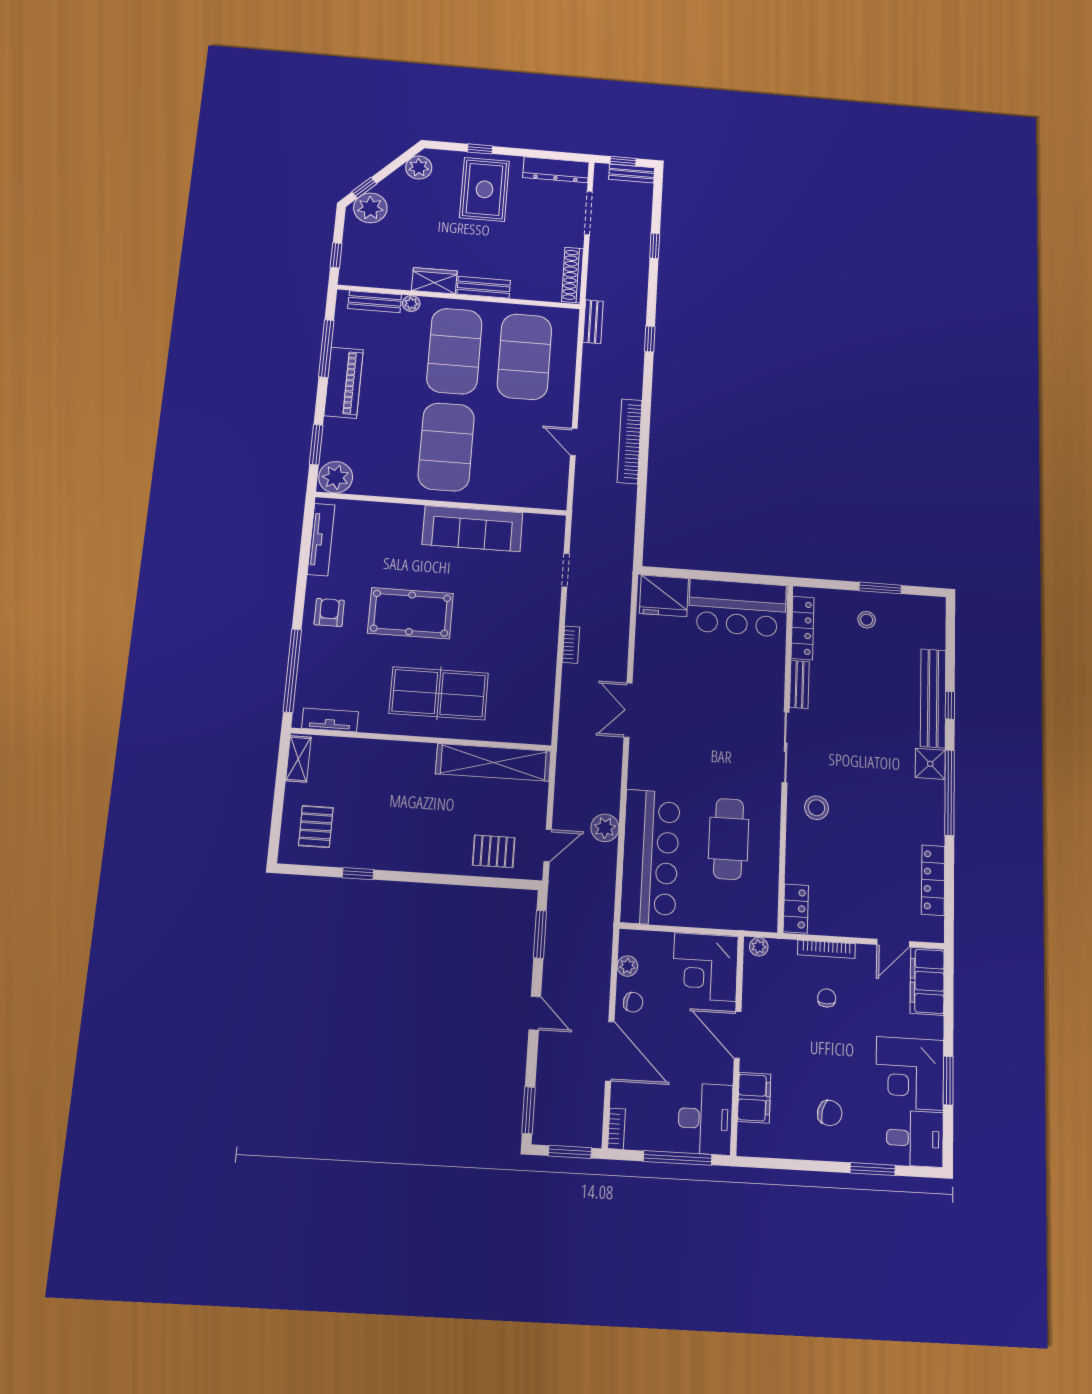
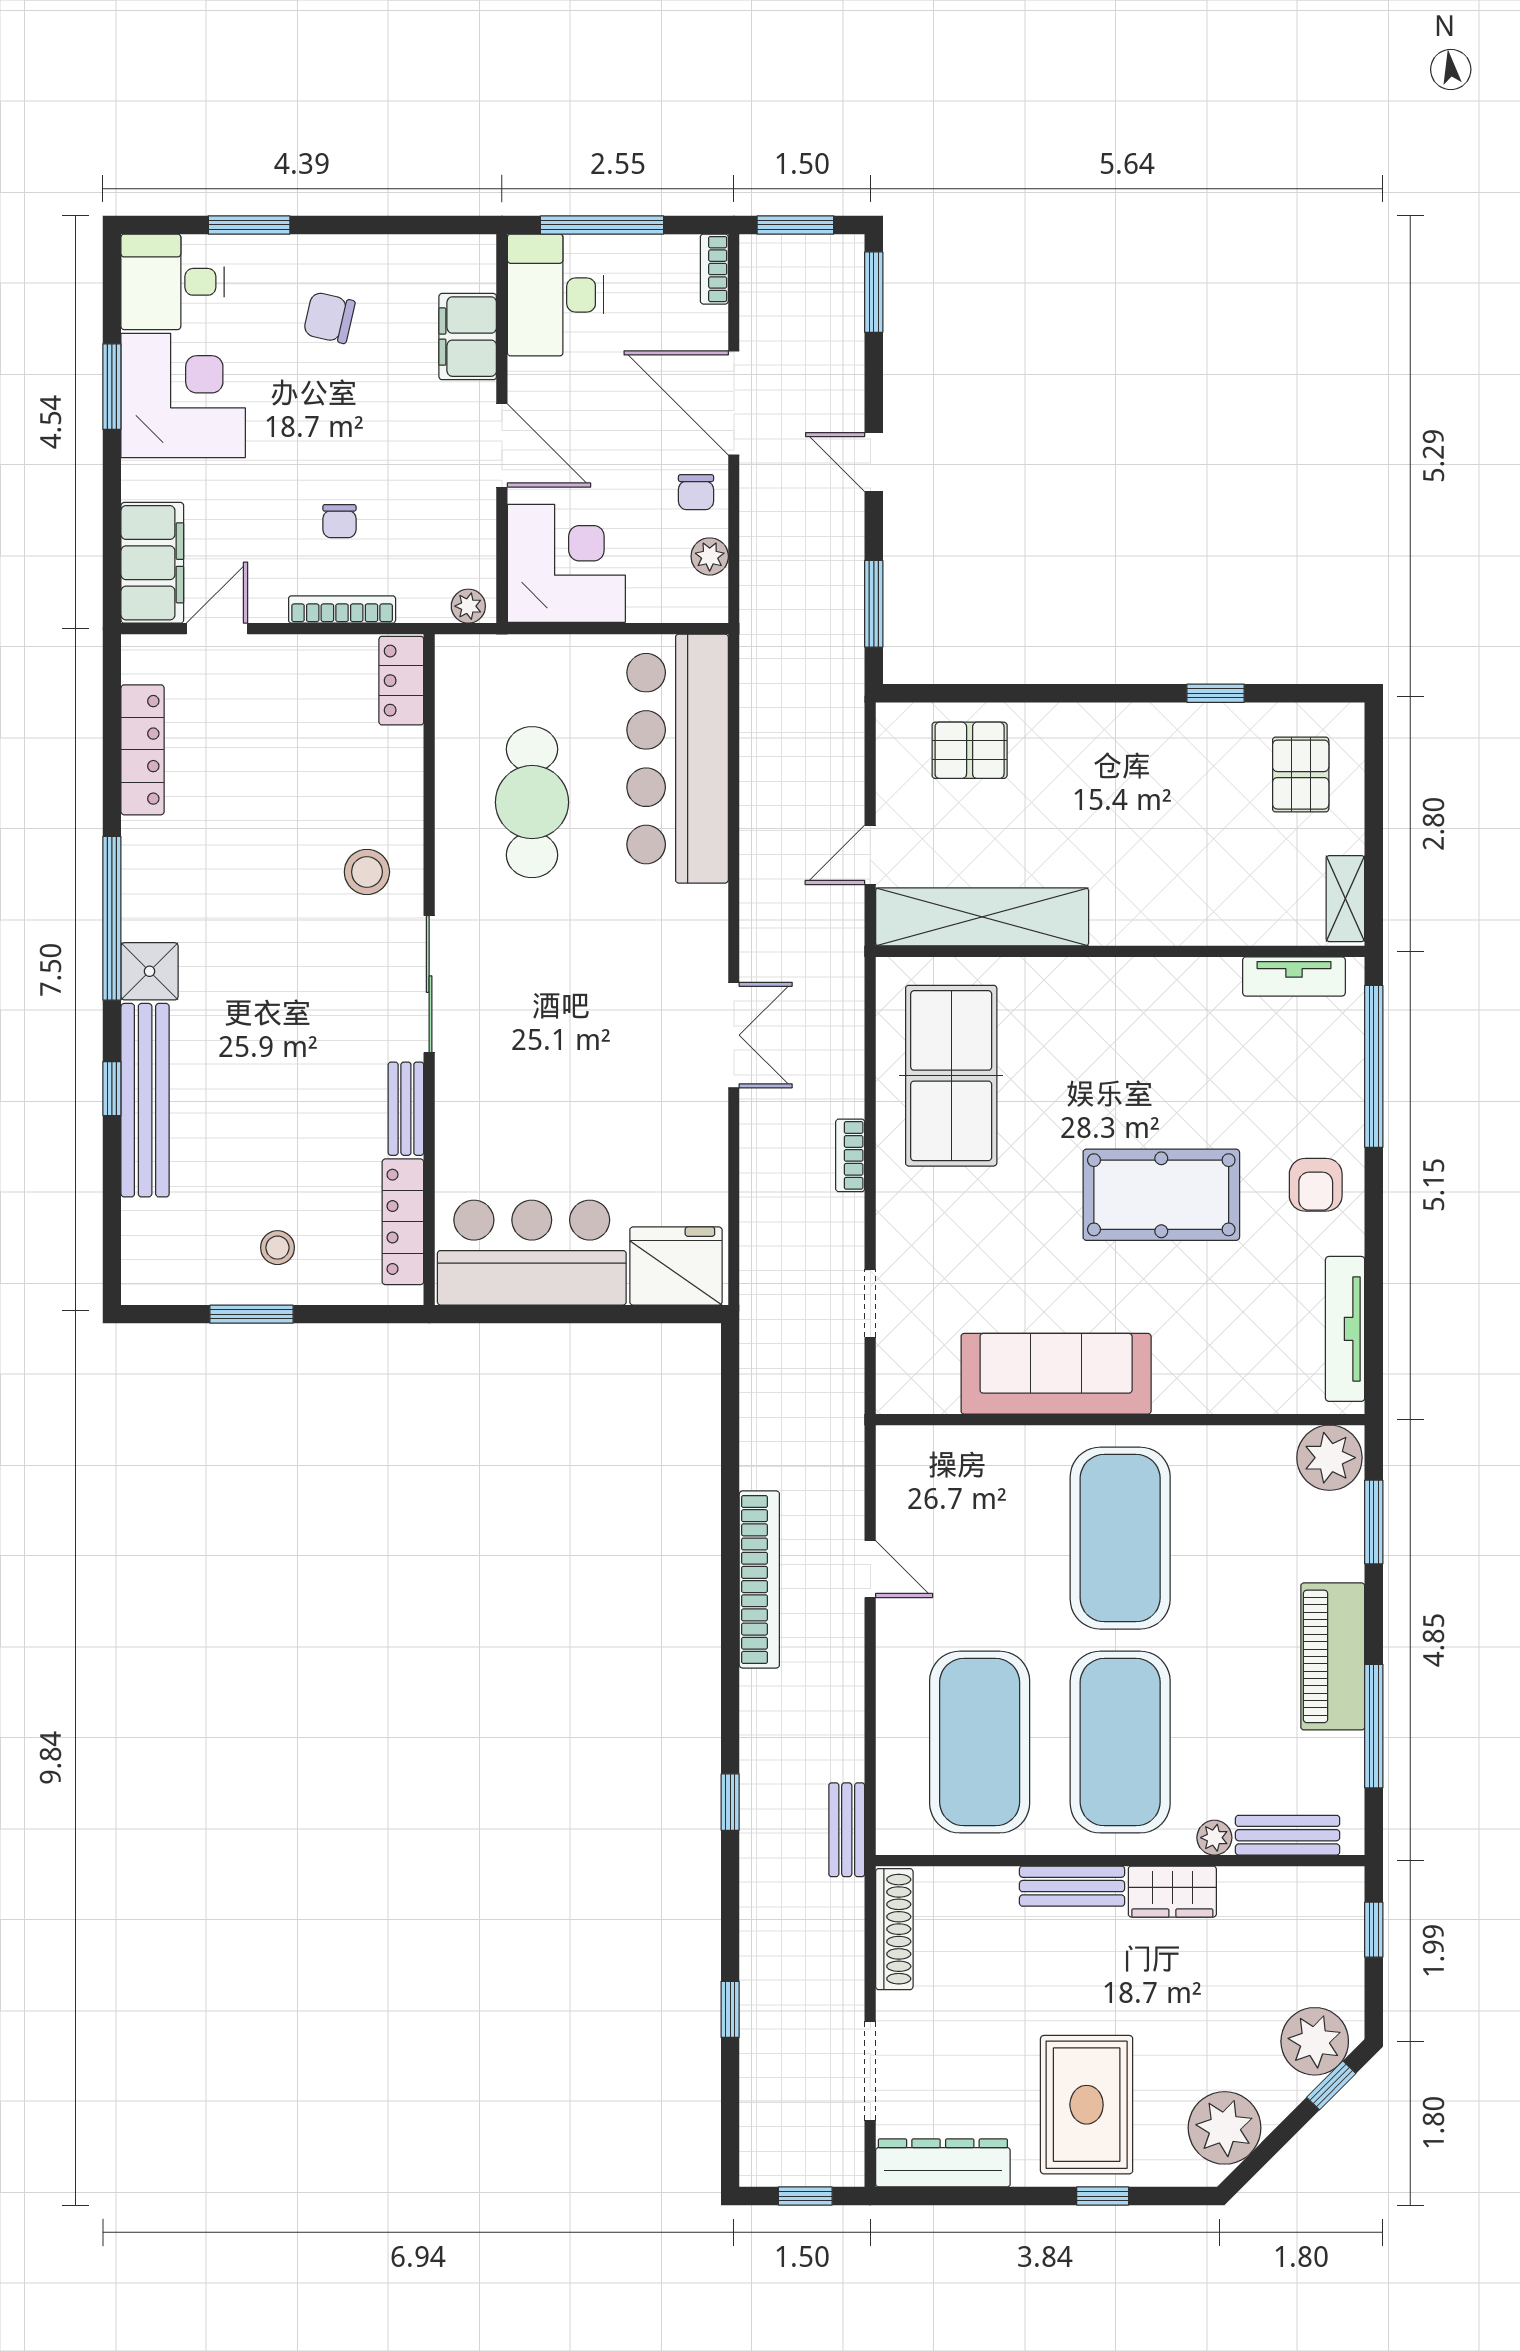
plant: (419, 168) -> (1225, 2128), width x1.36, depth x1.36
bench: (632, 174) -> (786, 2169), removed
table tennis table: (439, 693) -> (951, 1076), moved, turned 90
plant: (605, 828) -> (765, 808), removed
door: (548, 845) -> (870, 855), moved
chair: (633, 1002) -> (696, 492), turned -100

